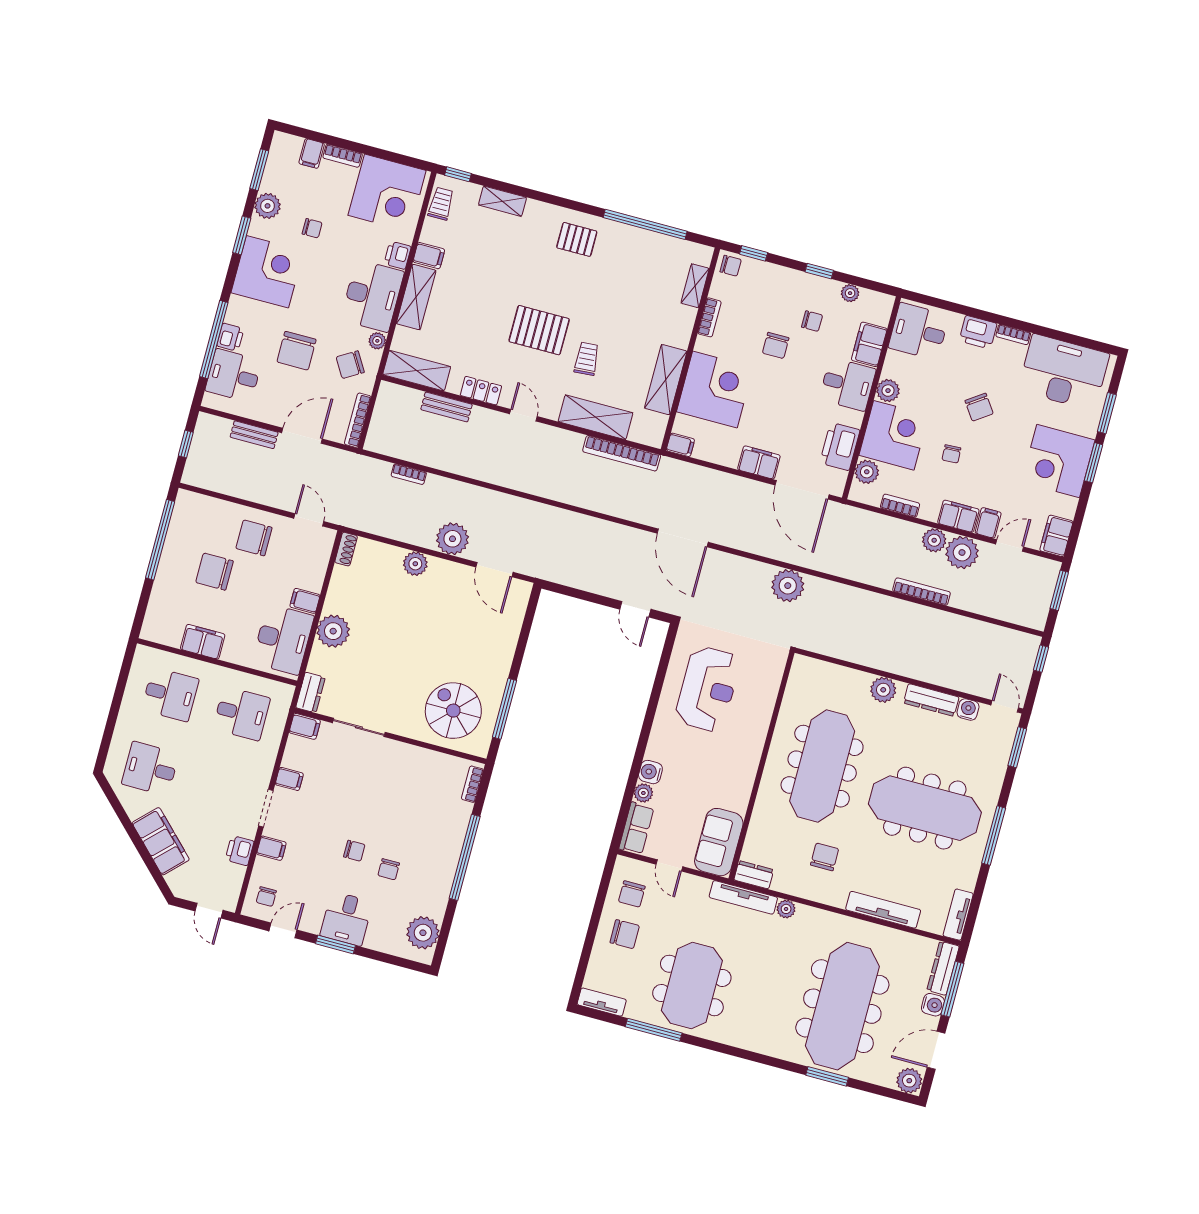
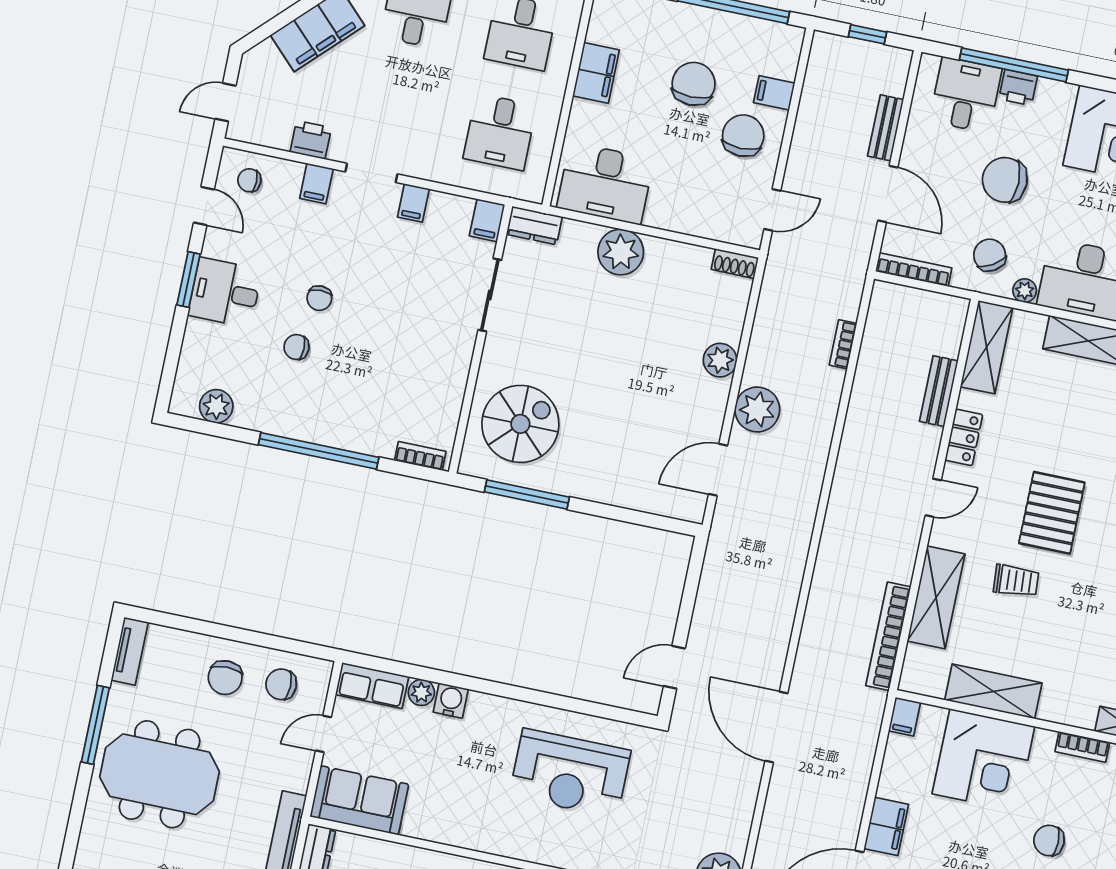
door: (683, 538) -> (776, 727), hinge flipped
filing cabinet: (305, 601) -> (774, 93), moved, turned -90
plant: (423, 933) -> (216, 406), width x0.73, depth x0.73

